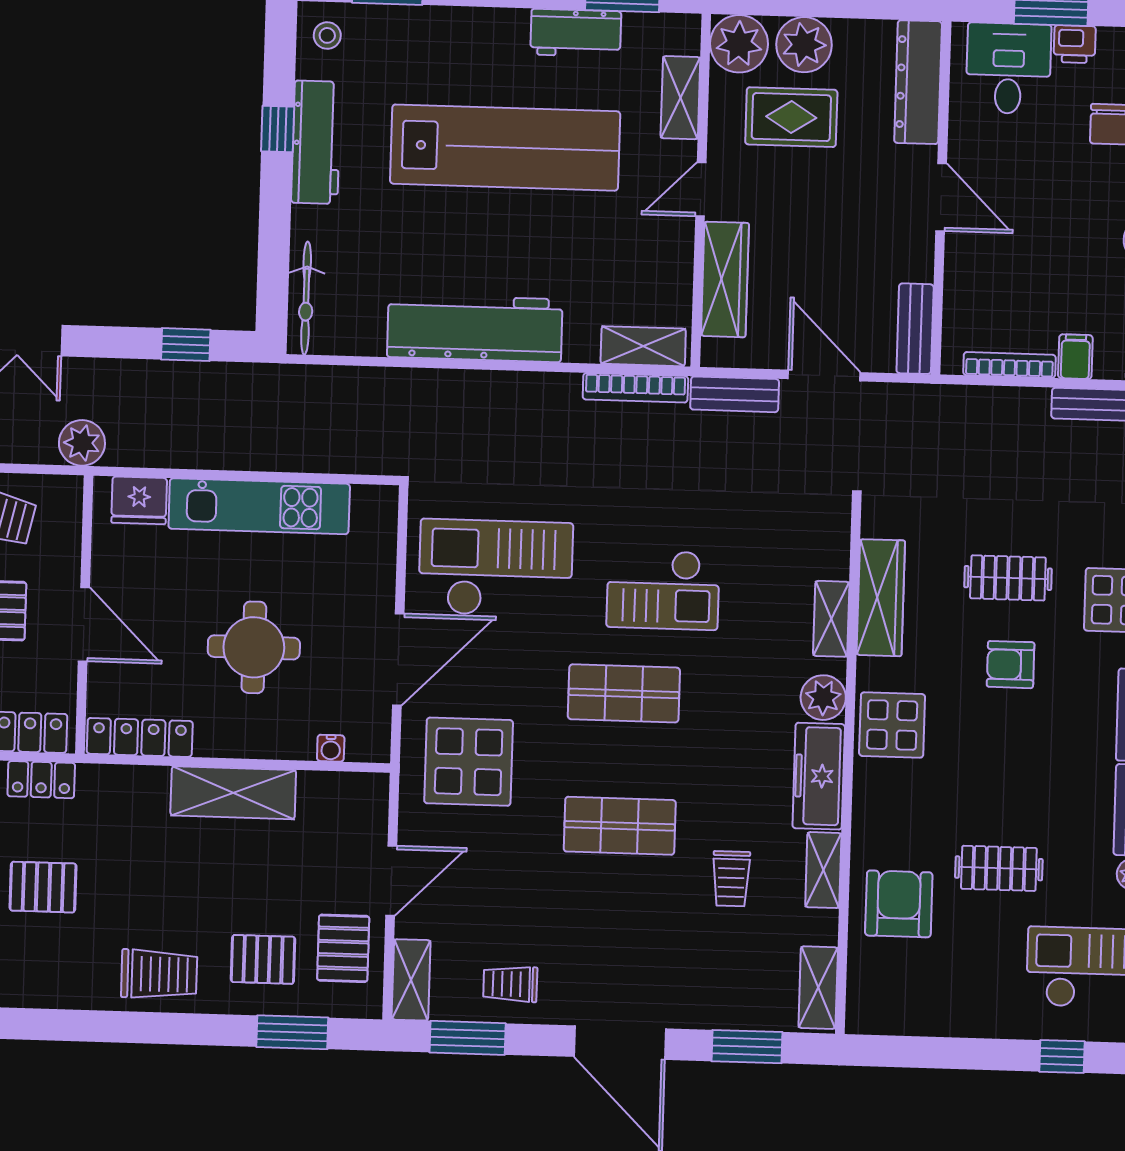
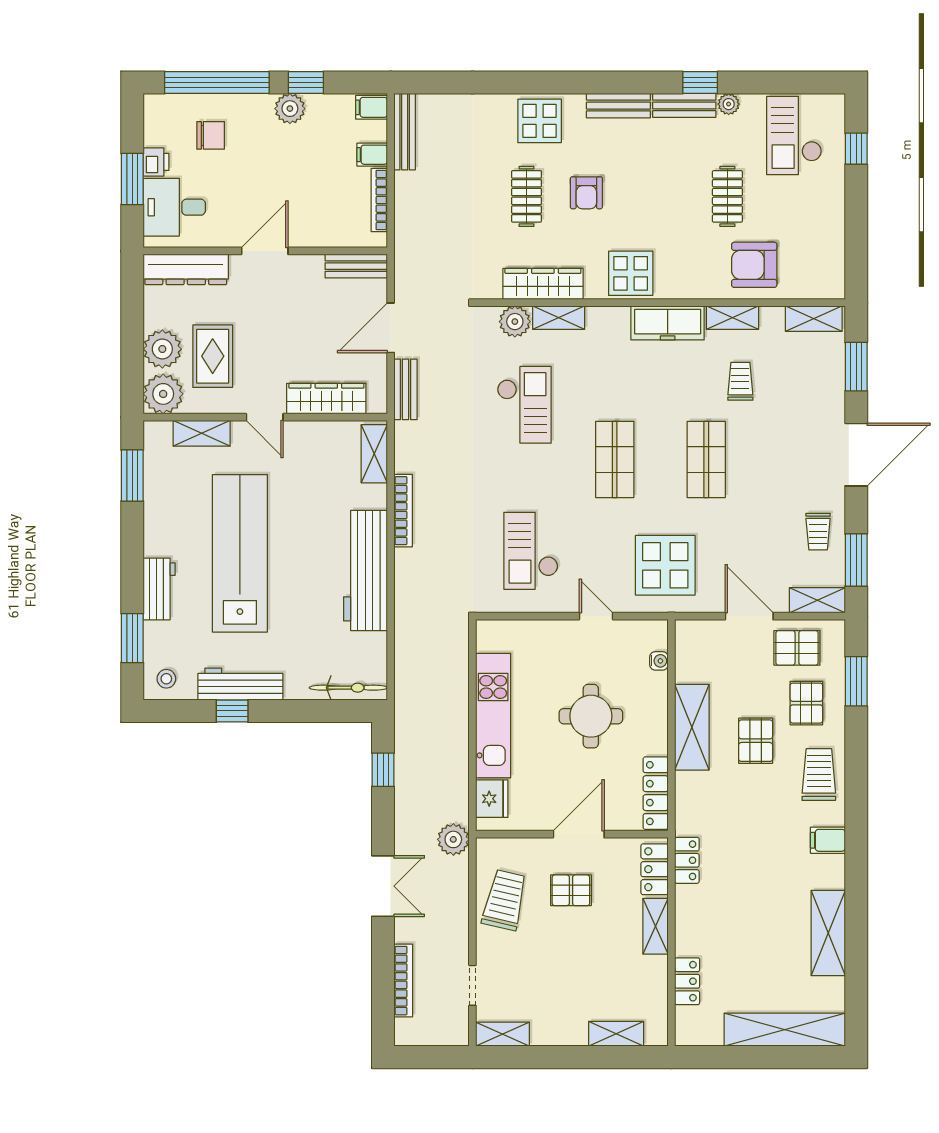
workbench: (576, 33) -> (159, 589), moved
bookcase: (635, 388) -> (403, 511), moved
checkout: (496, 568) -> (531, 551), width x0.73, depth x0.83
checkout: (663, 590) -> (524, 405), moved
door: (398, 659) -> (596, 616), width x0.53
plant: (823, 698) -> (515, 322), moved
trolley: (731, 879) -> (740, 381), turned -90
pallet: (43, 887) -> (756, 741), moved
filing cabinet: (64, 984) -> (828, 840), added

